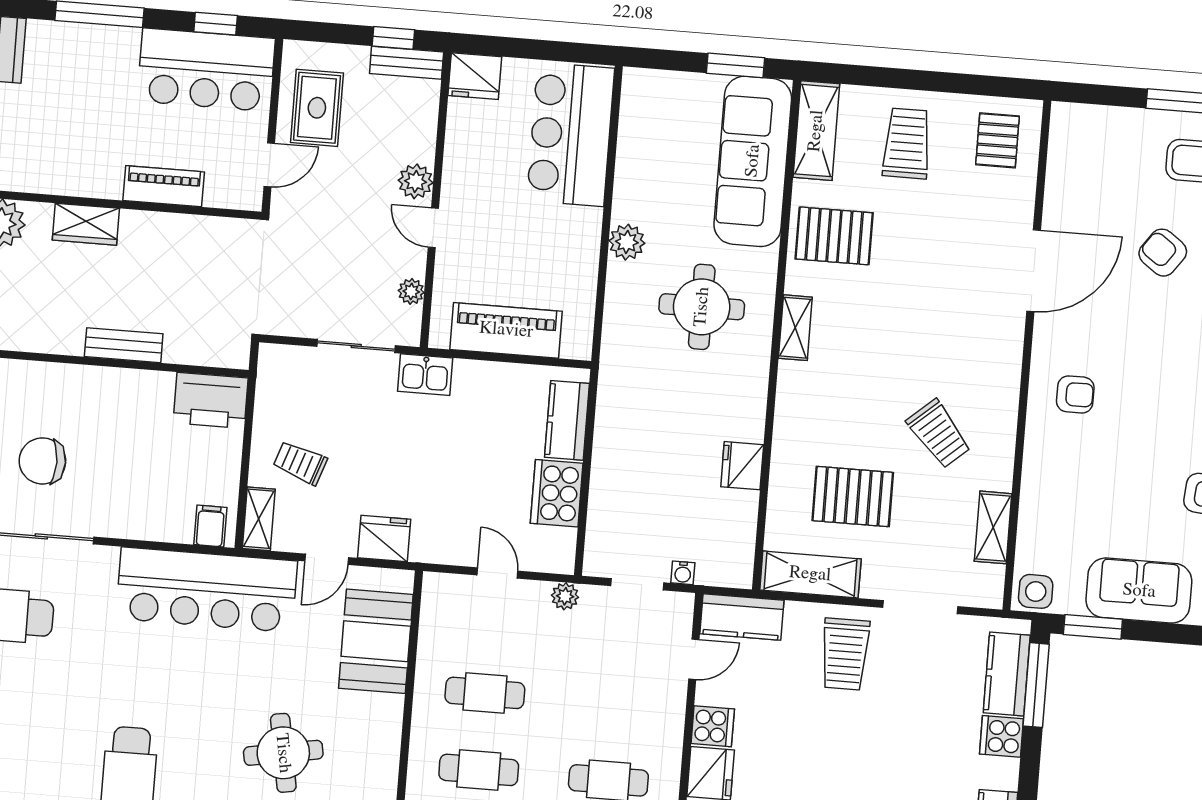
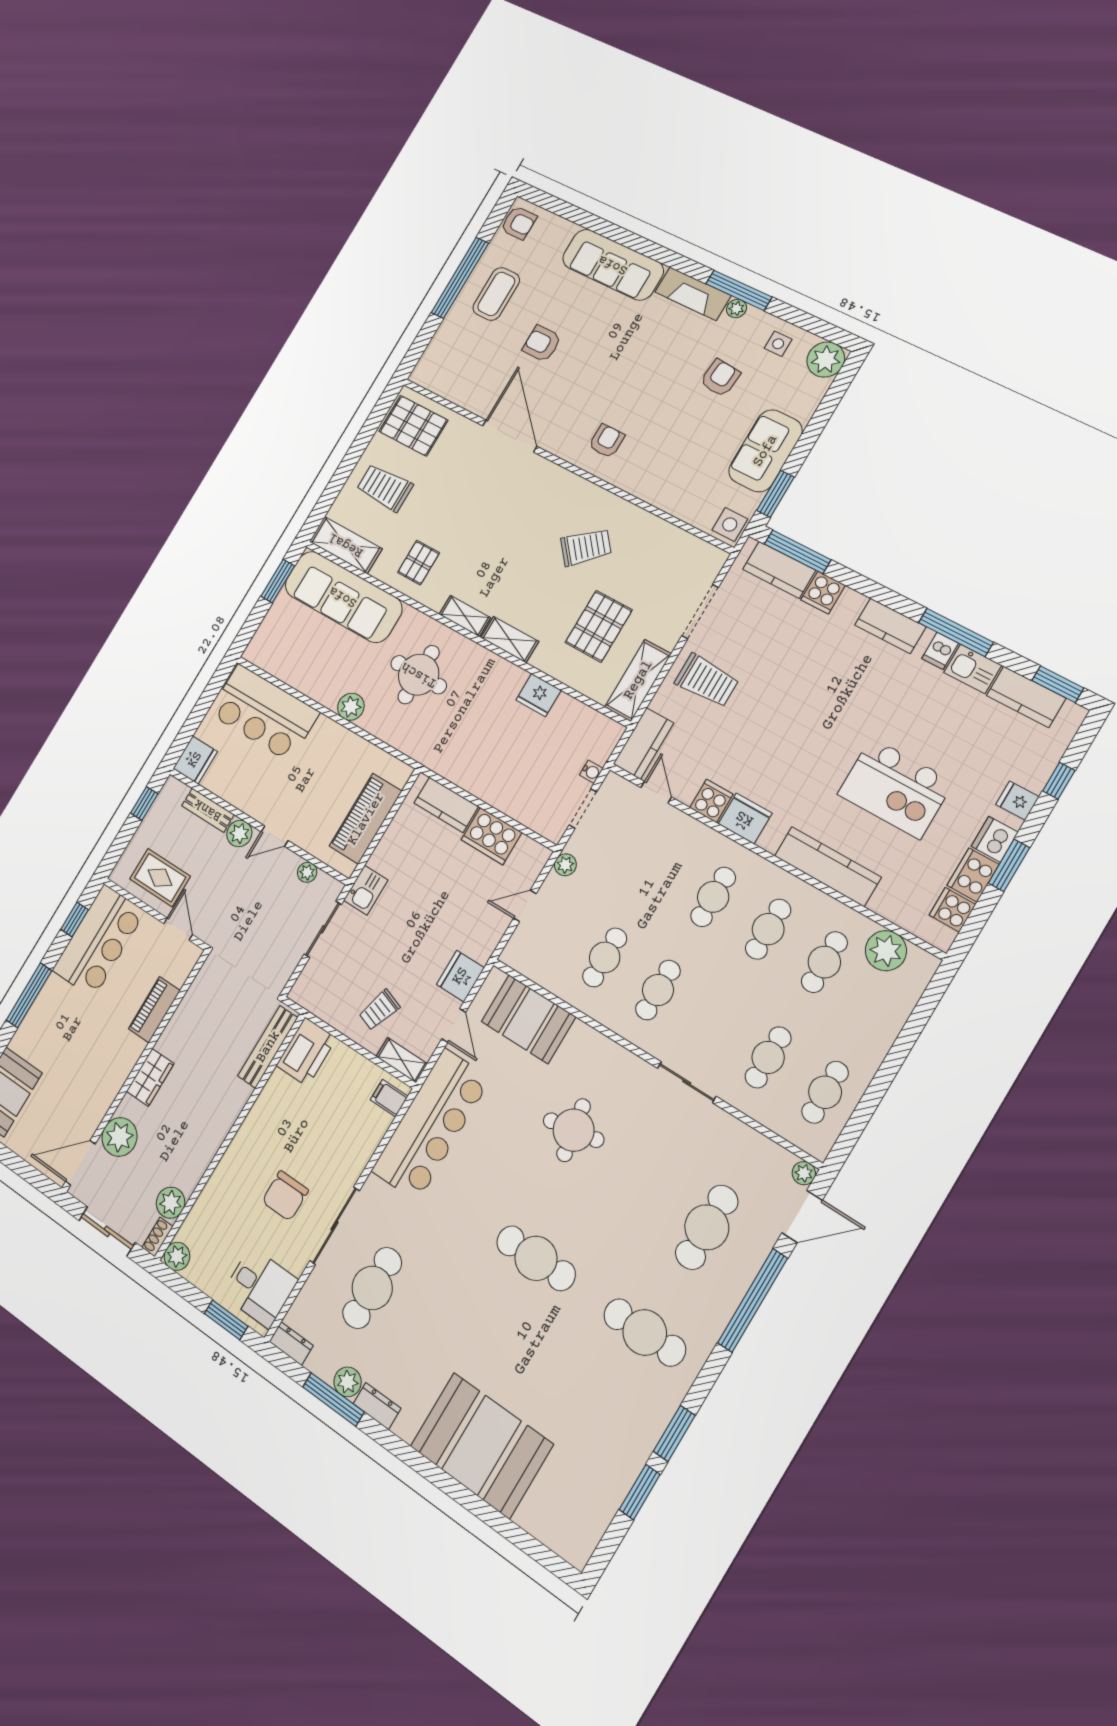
bench: (407, 63) -> (208, 810), moved, turned 90
pallet: (998, 140) -> (413, 426), width x1.50, depth x1.42
pallet: (834, 236) -> (419, 563), width x0.67, depth x0.71
armchair: (1163, 253) -> (542, 344), turned 54
bench: (124, 345) -> (268, 1047), moved, width x1.36
shelving: (993, 527) -> (510, 640), moved

